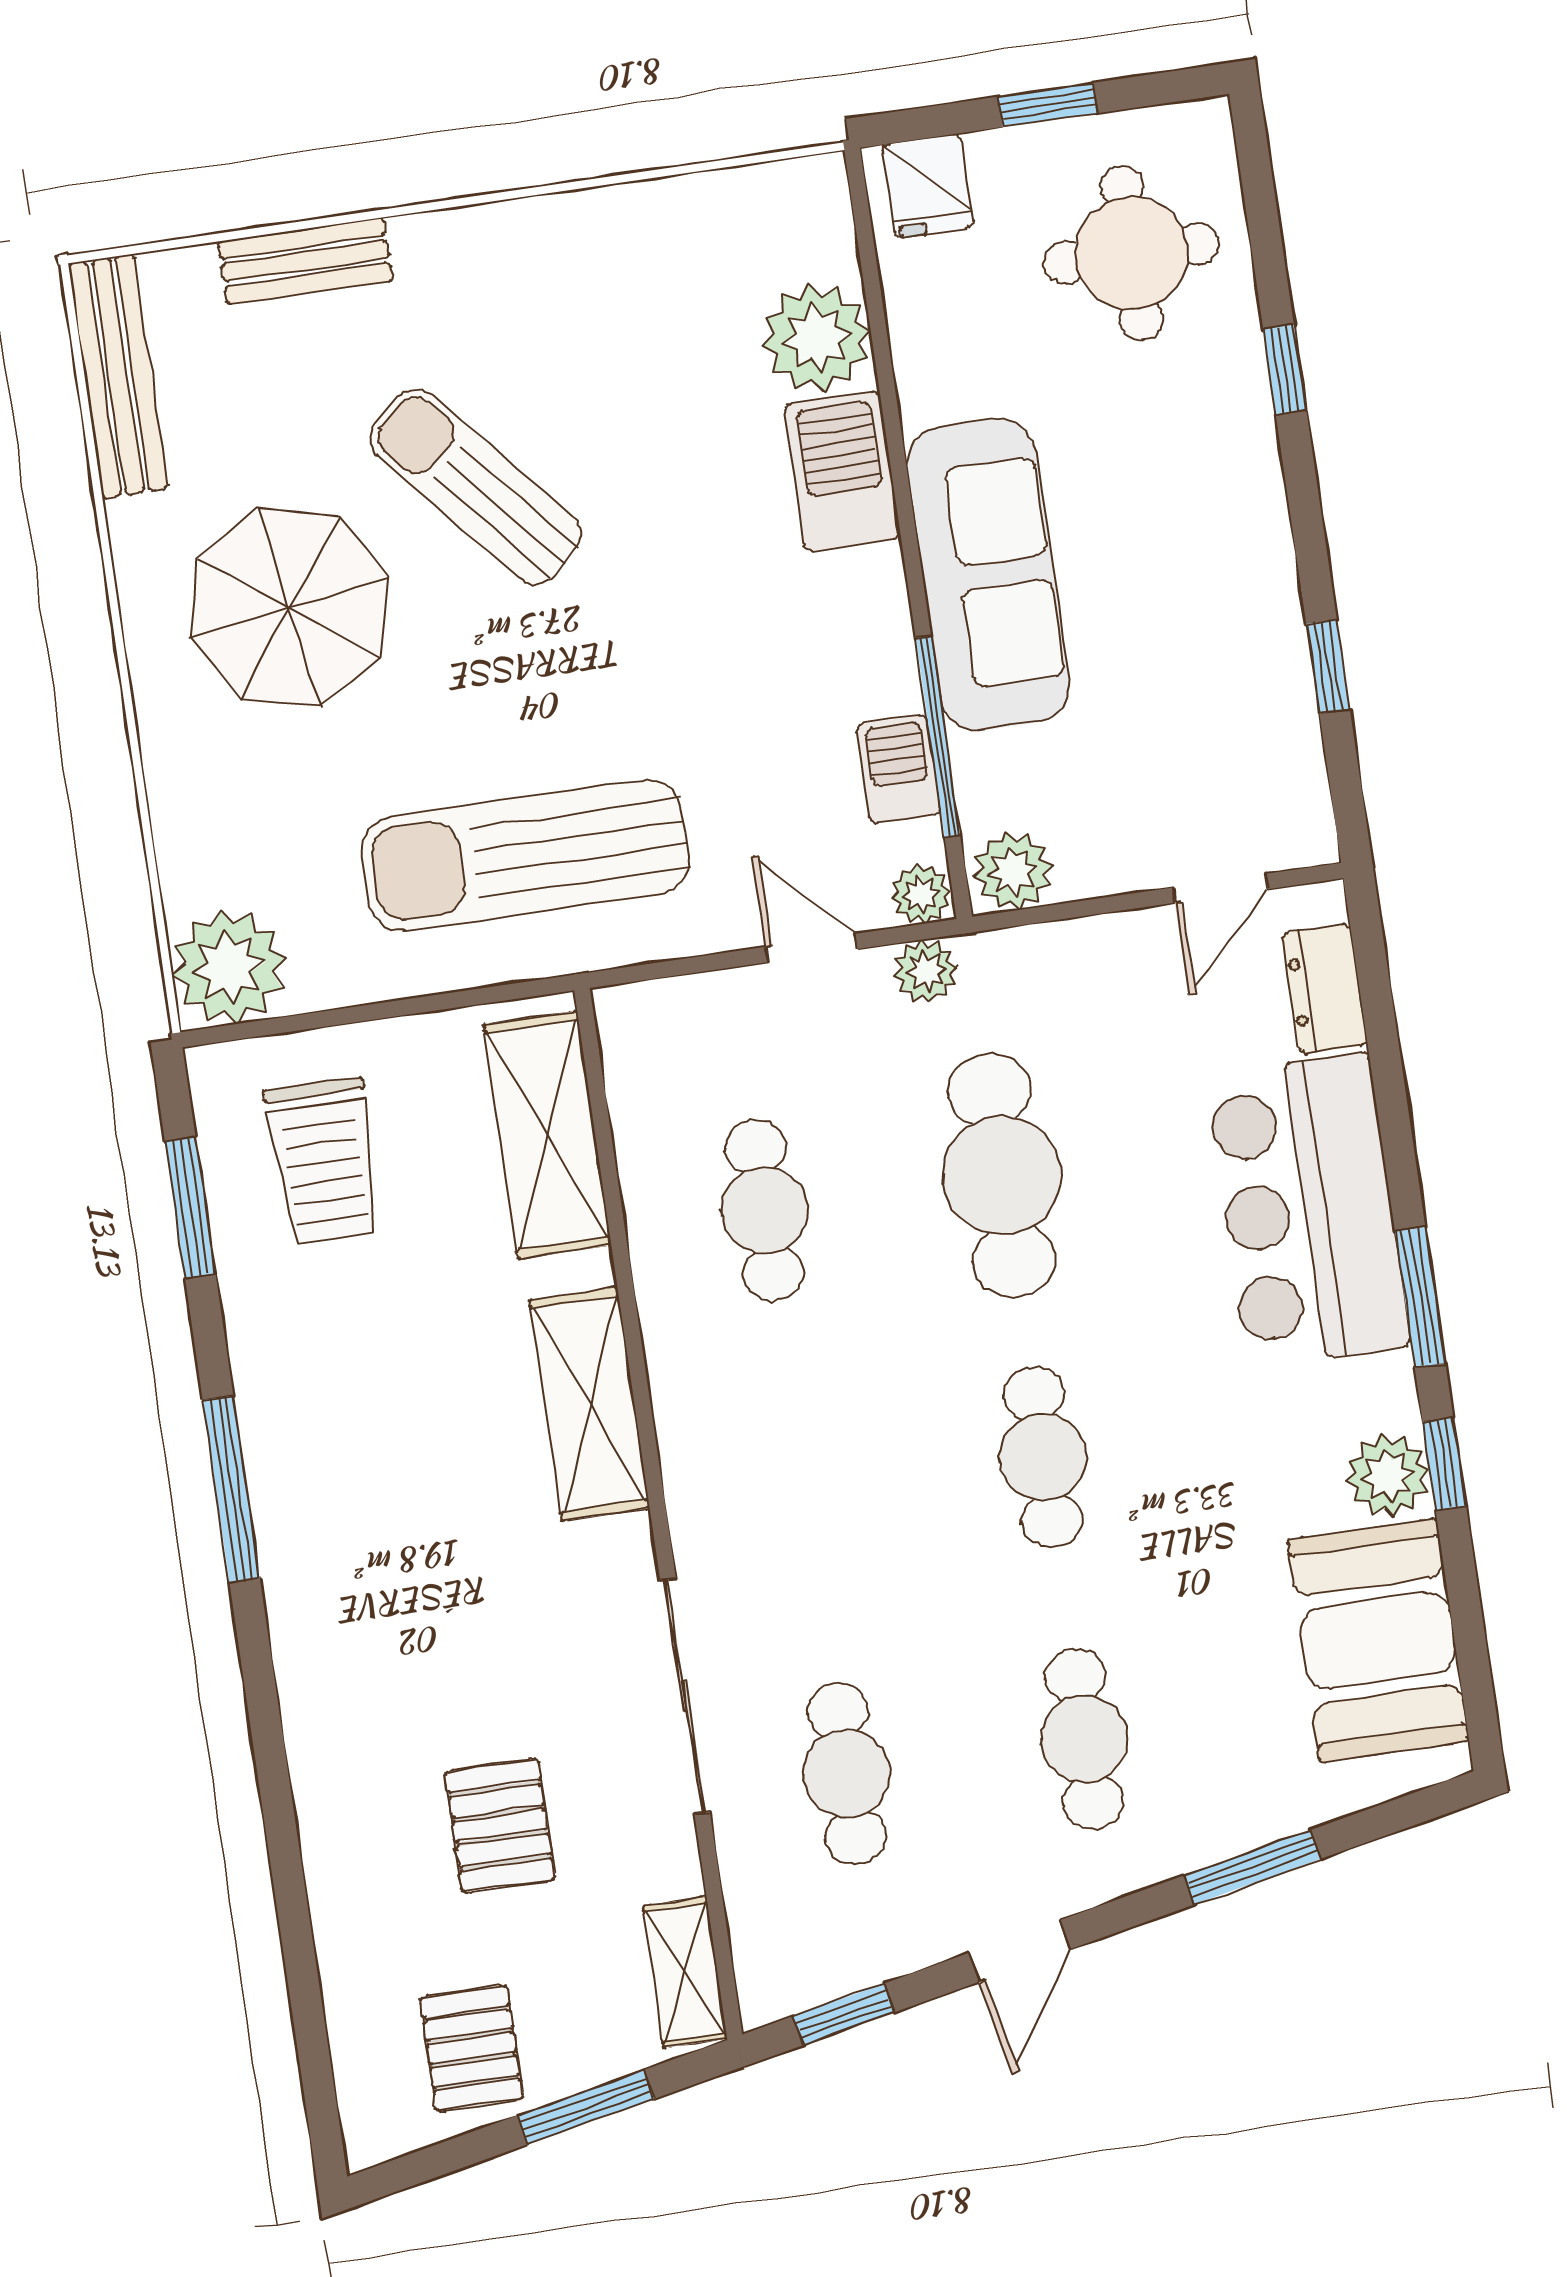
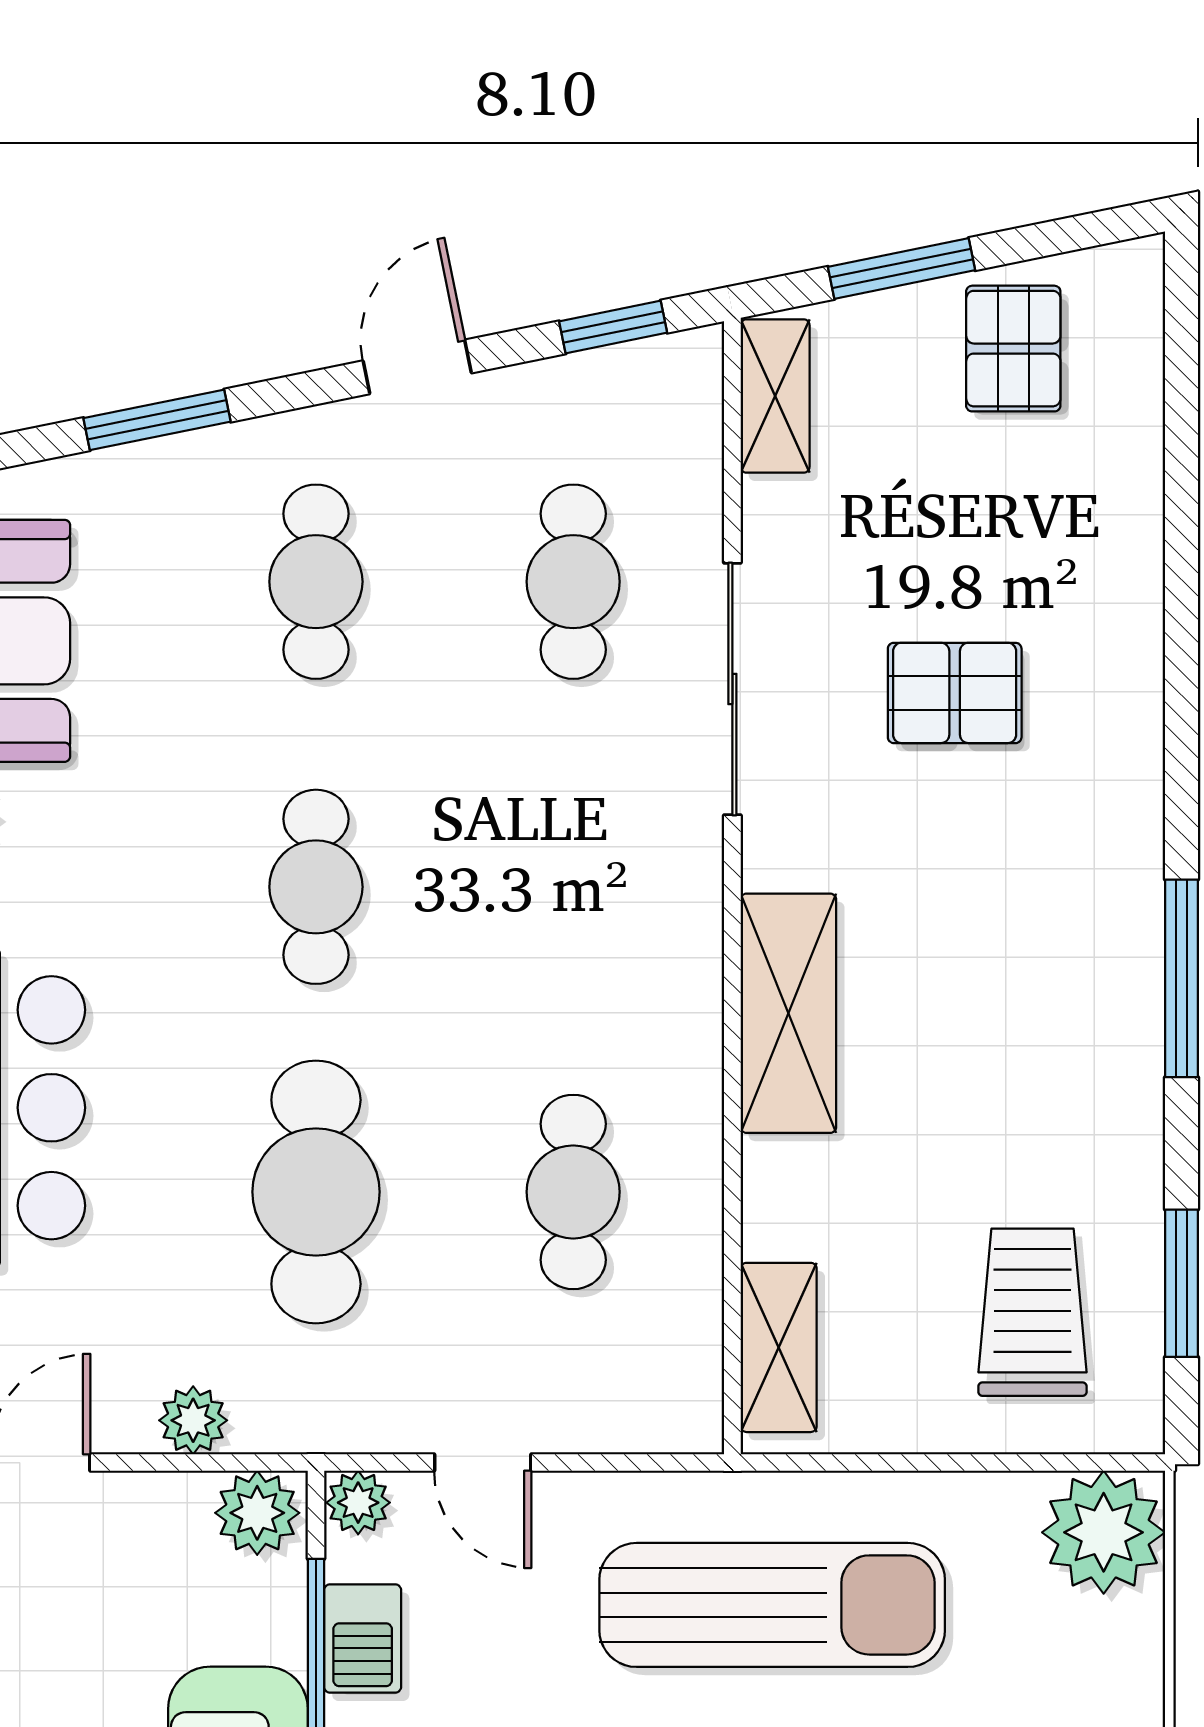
plant: (926, 971) -> (193, 1420), moved
shelving: (548, 1135) -> (779, 1347), width x0.67, depth x0.75
pallet: (500, 1826) -> (955, 693), moved, turned 90

